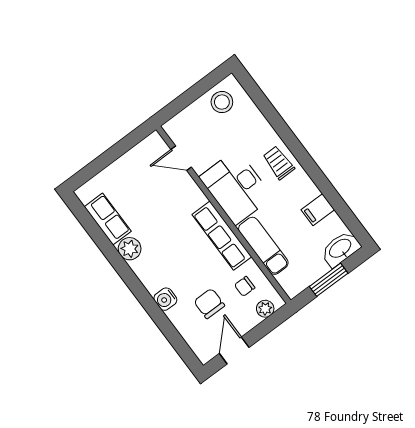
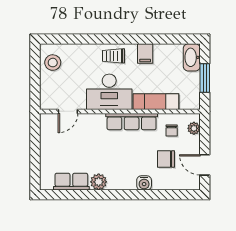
filing cabinet: (318, 210) -> (145, 54), moved

